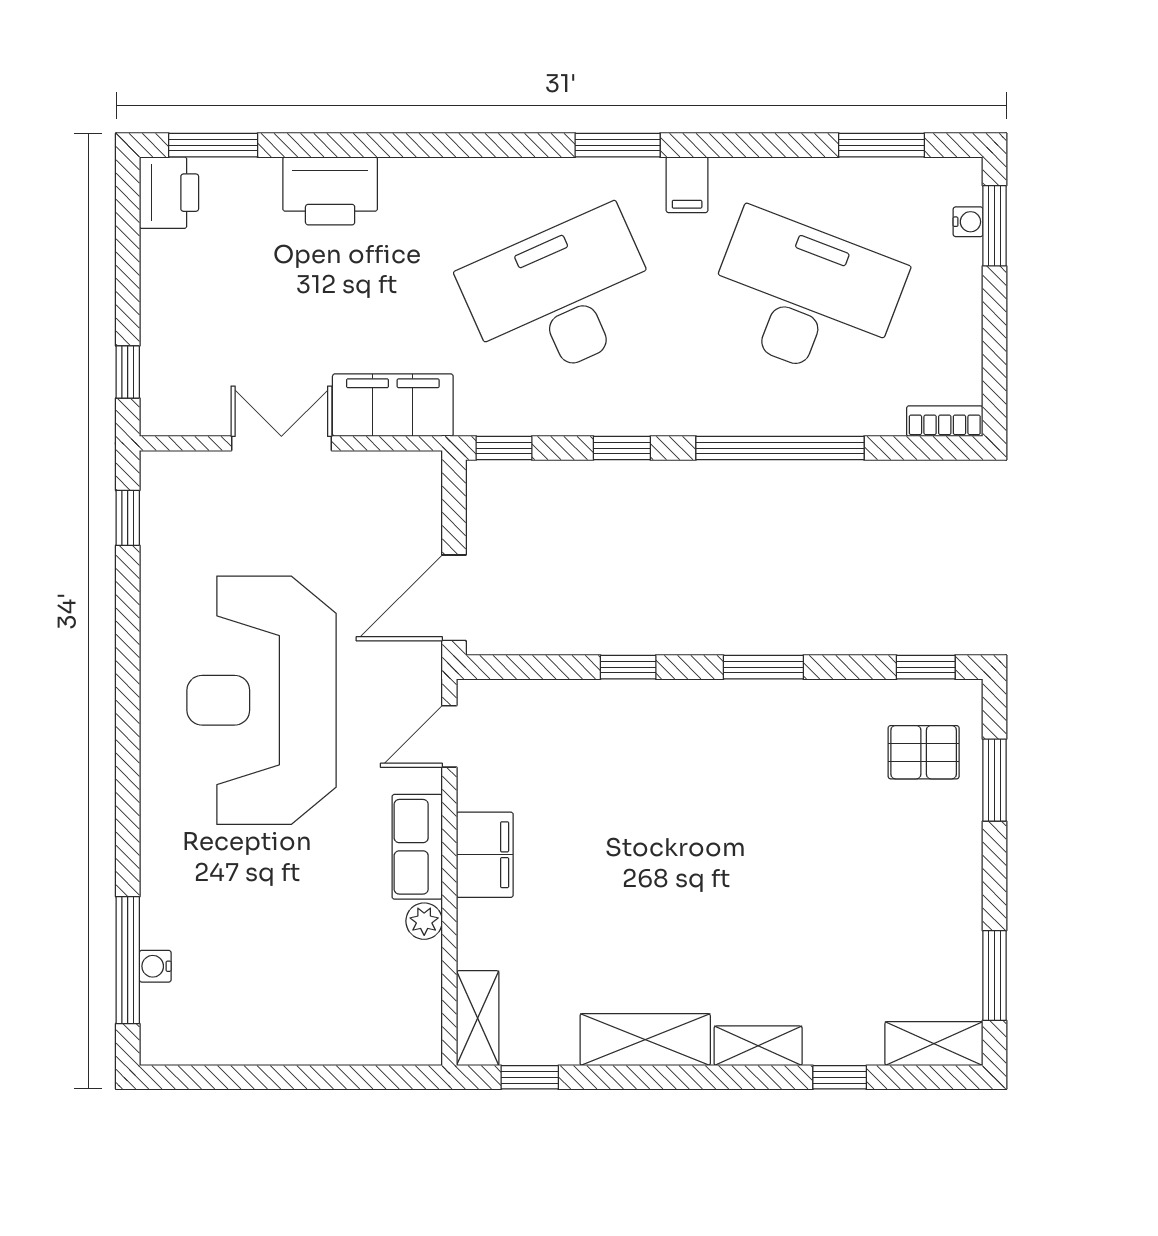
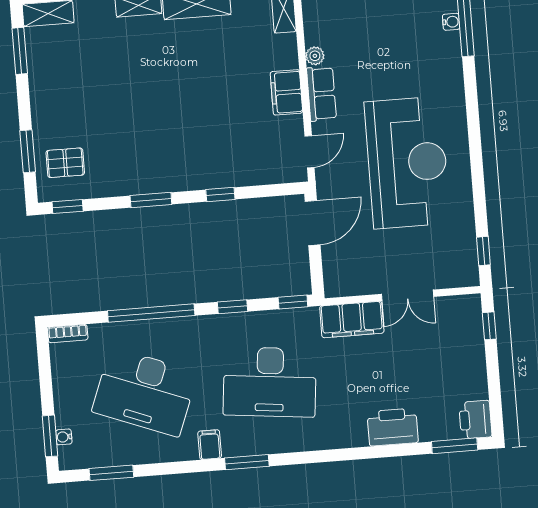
desk: (561, 297) -> (270, 382), turned 30

